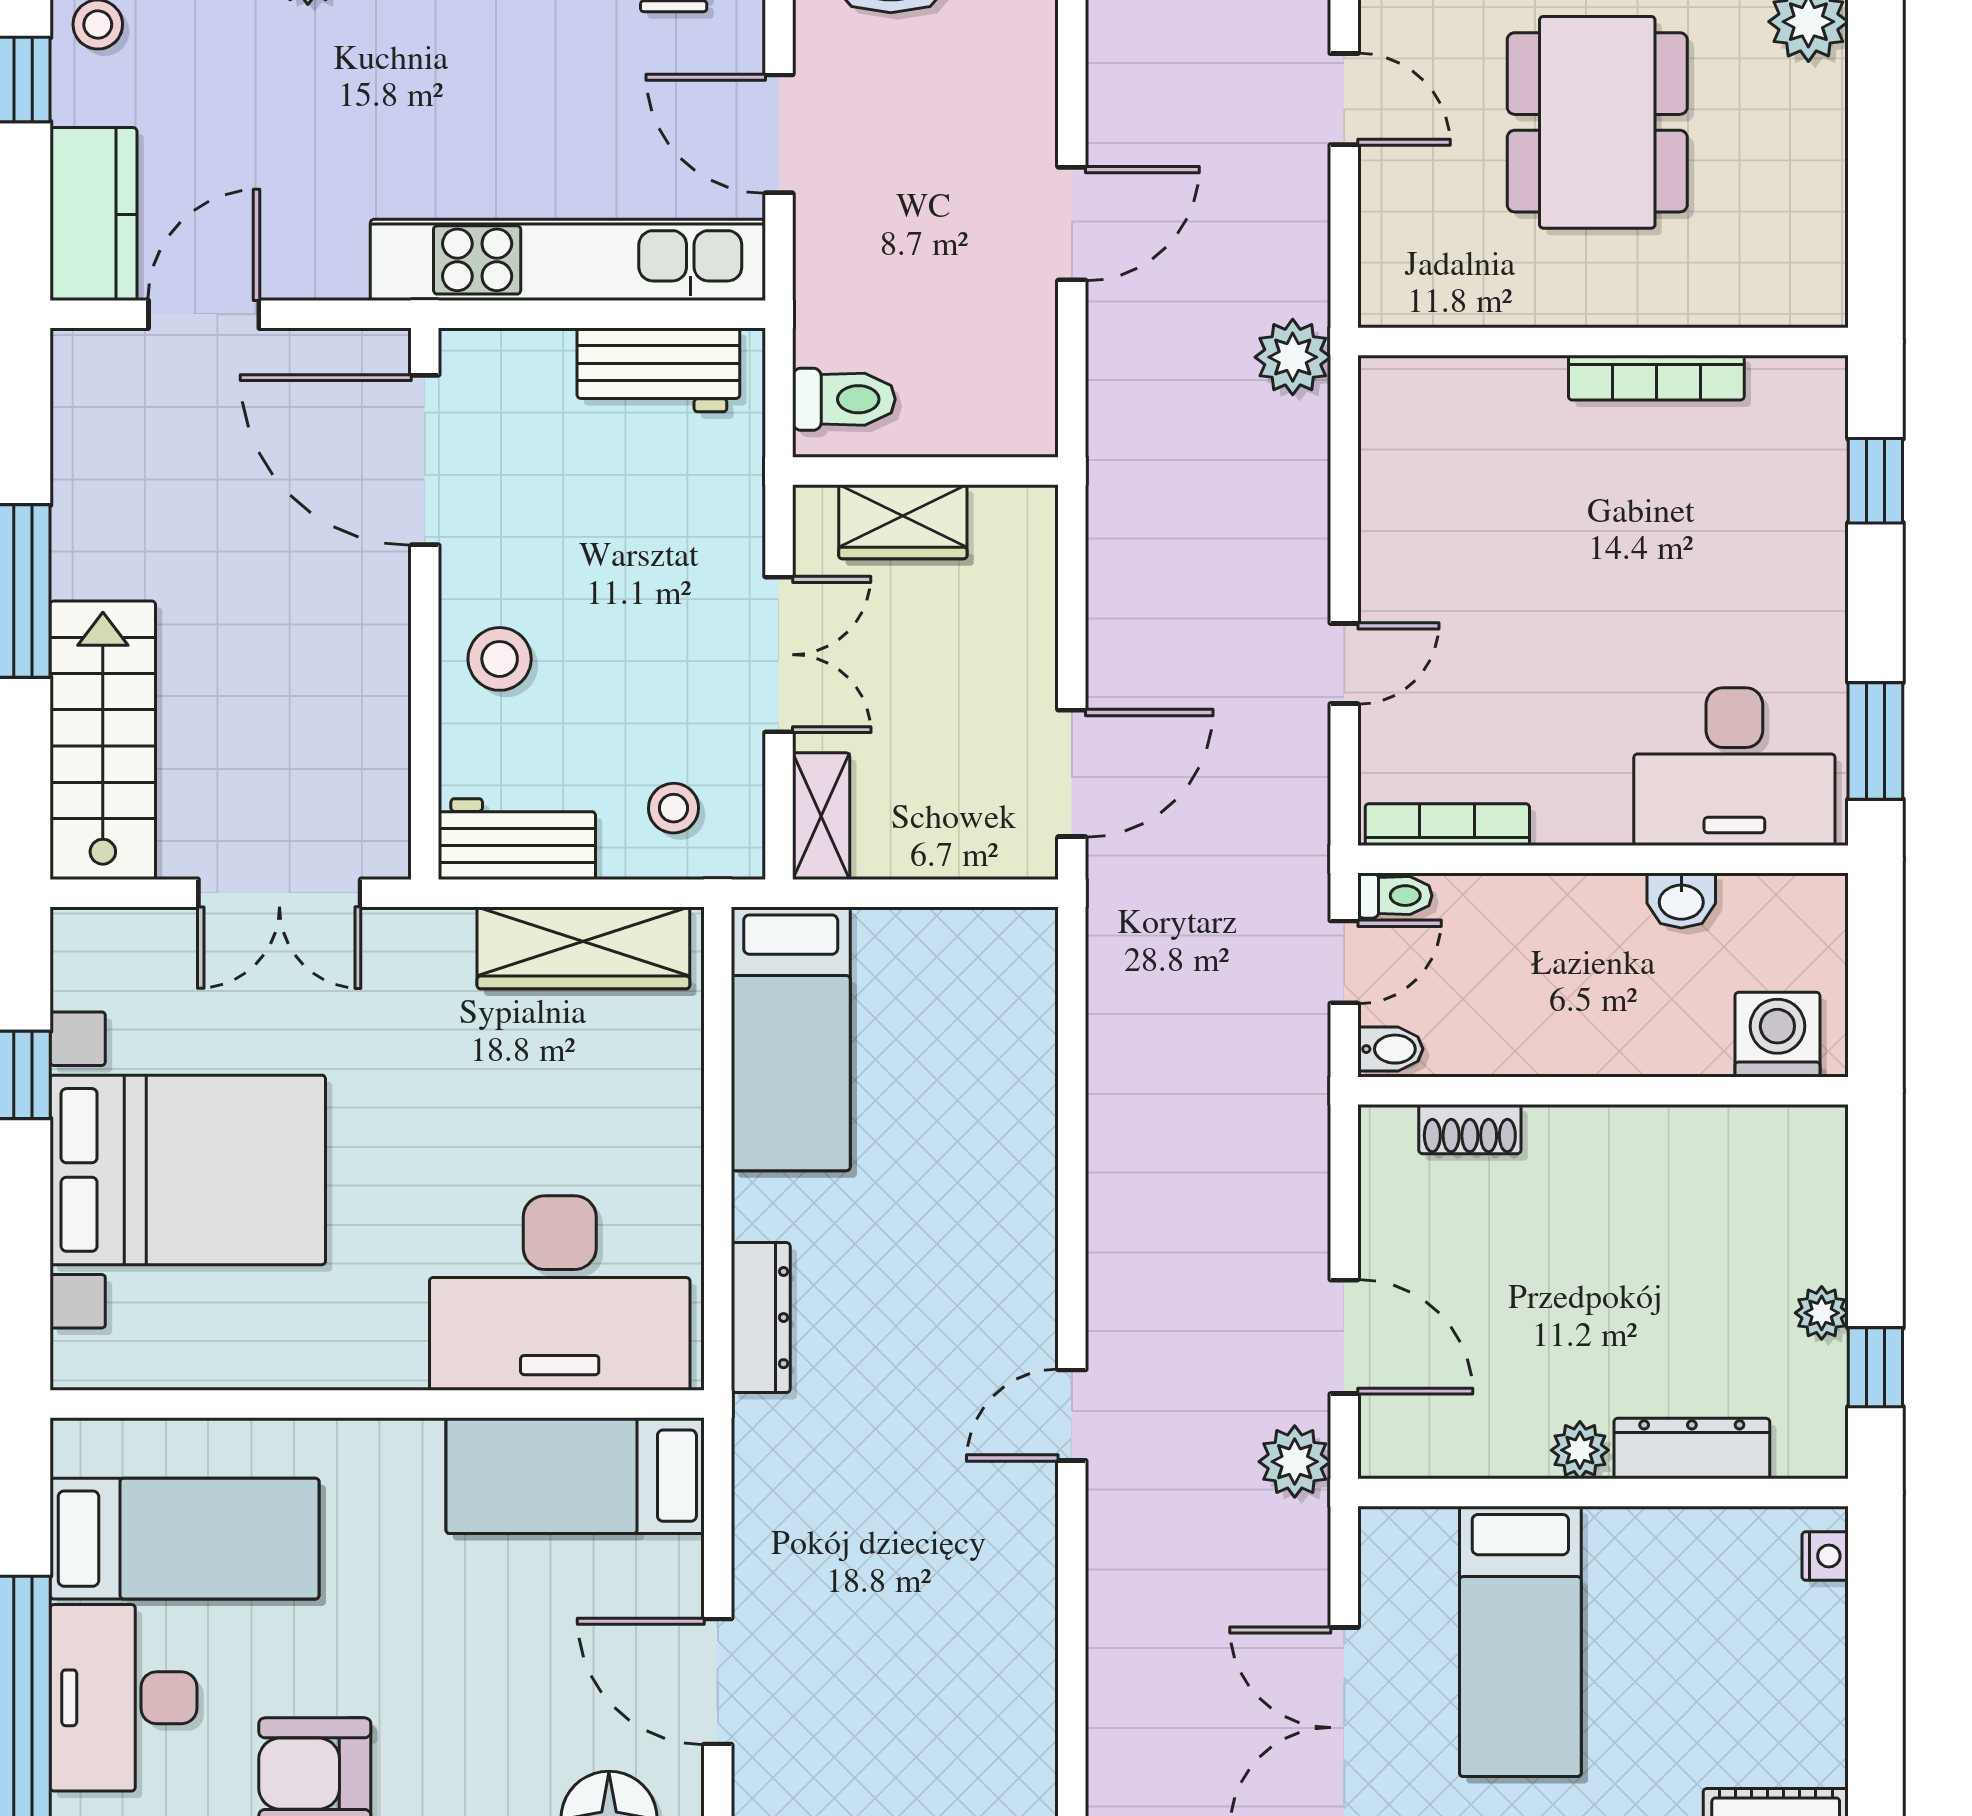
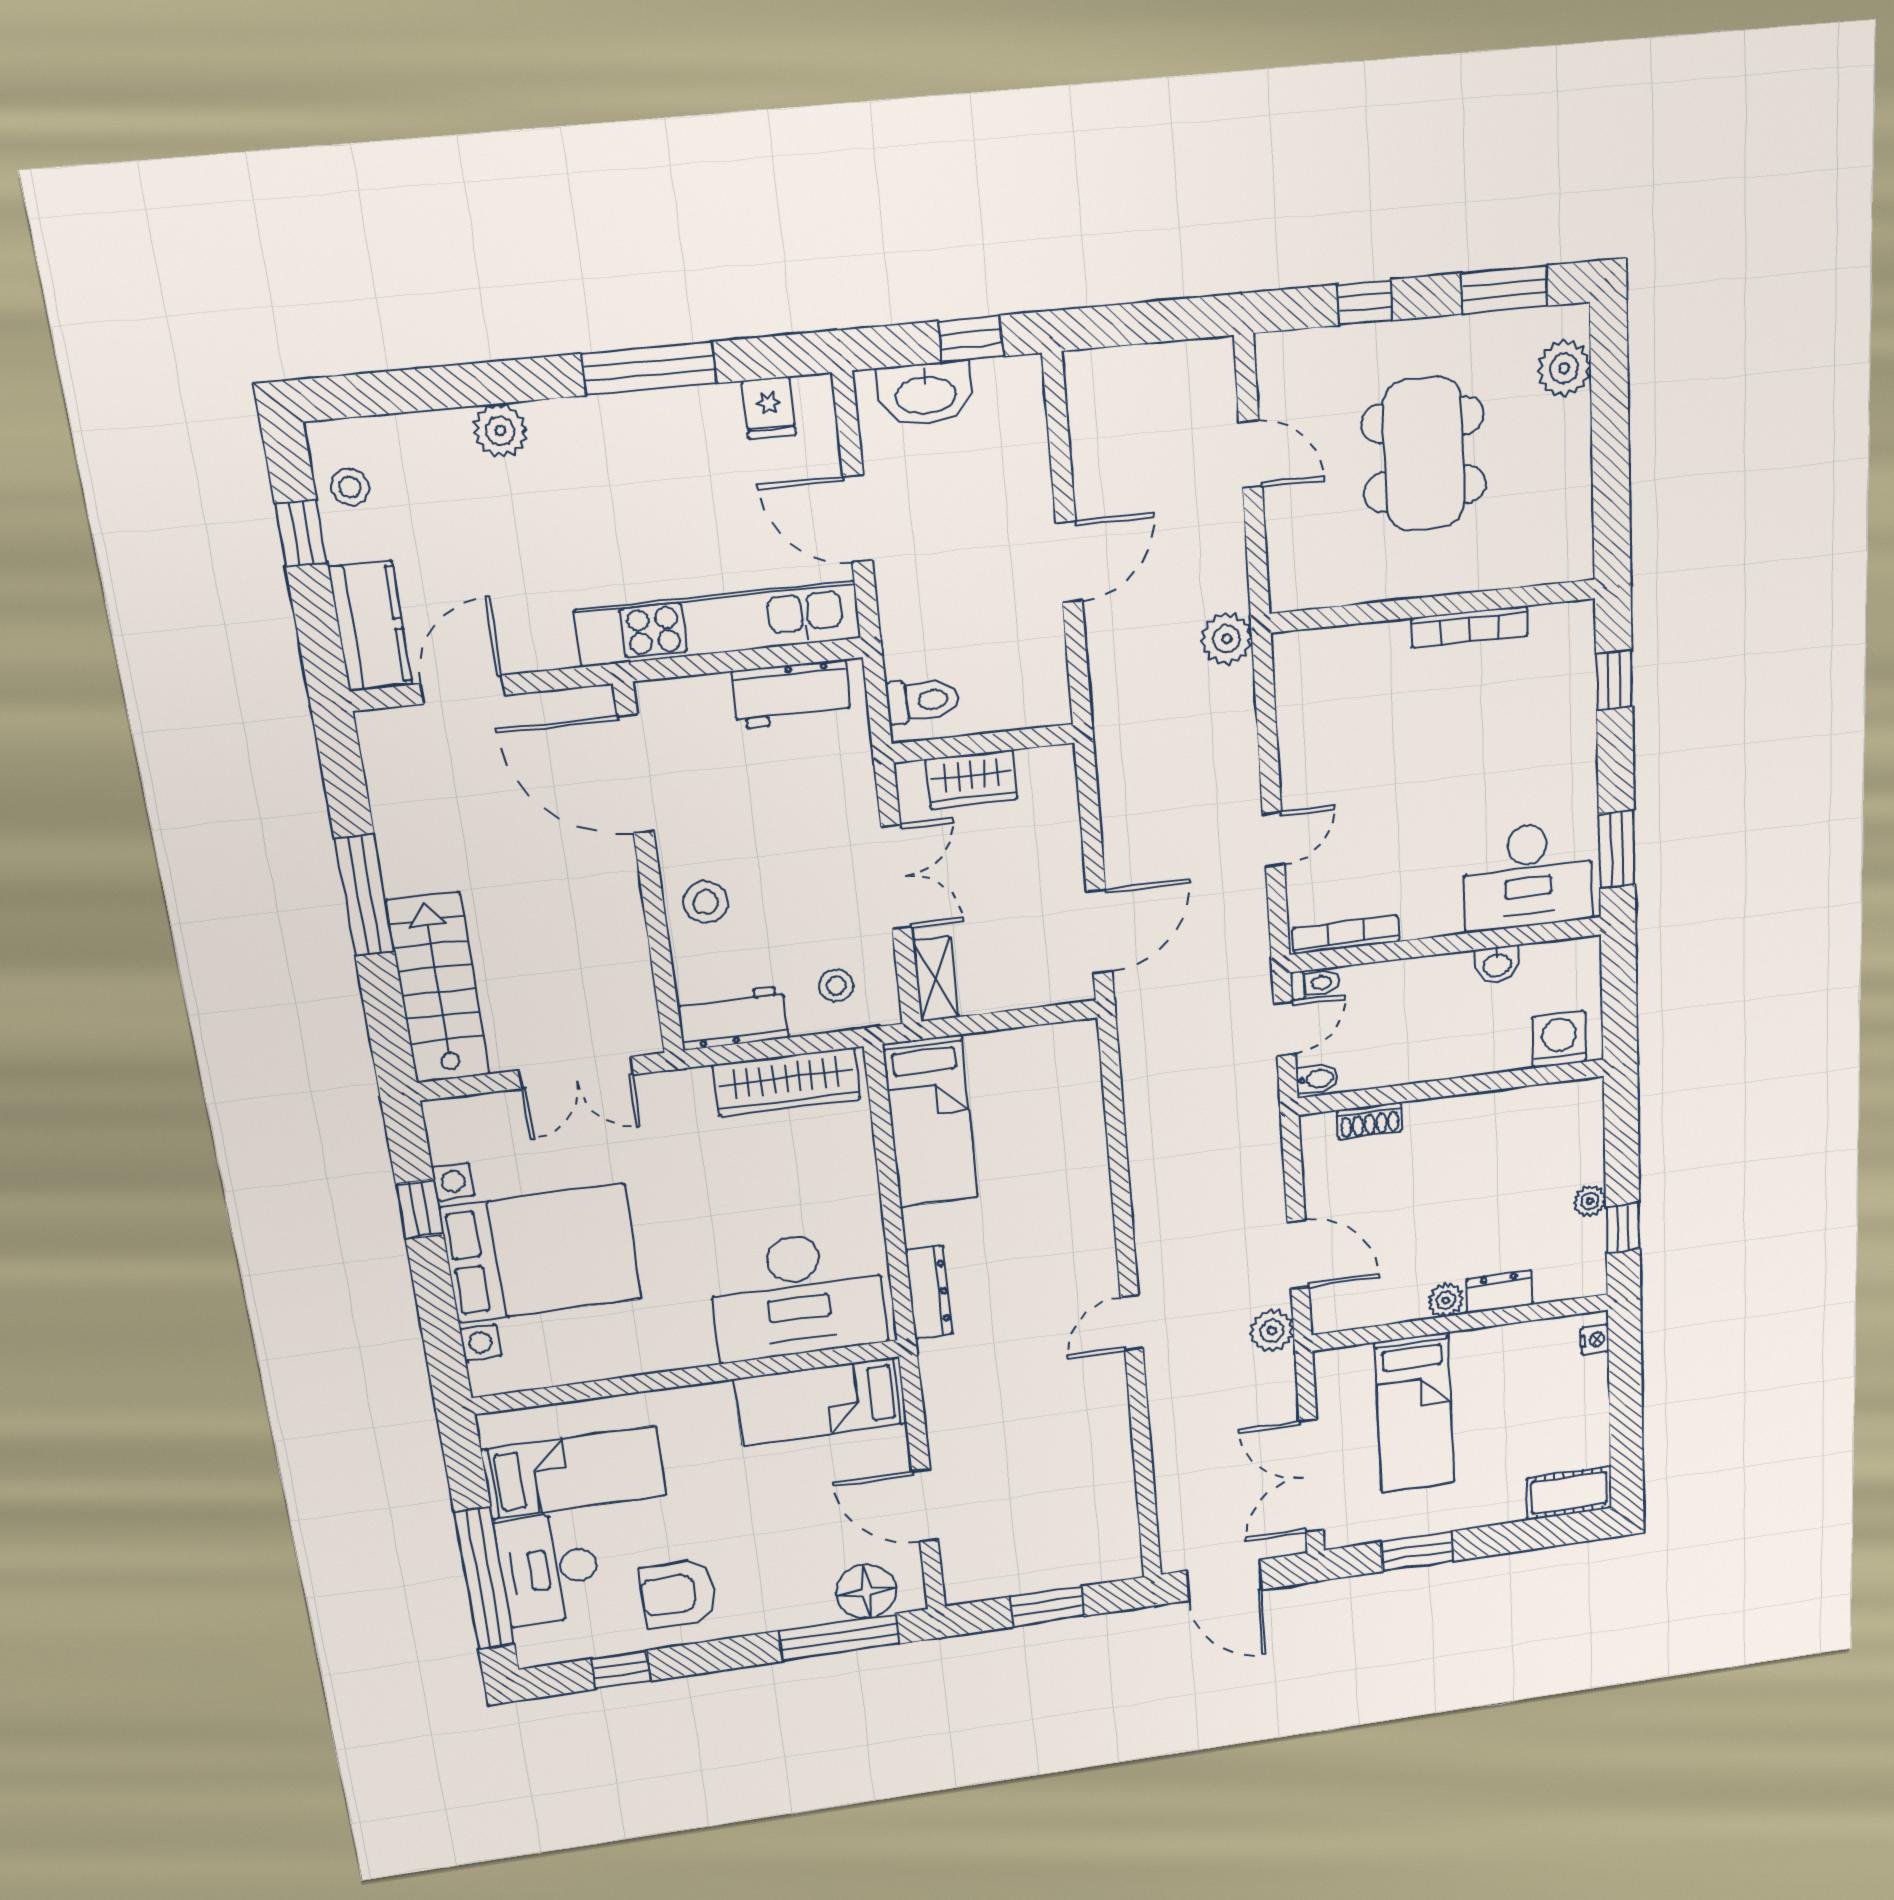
dresser: (1692, 1449) -> (1499, 1292), width x0.70

